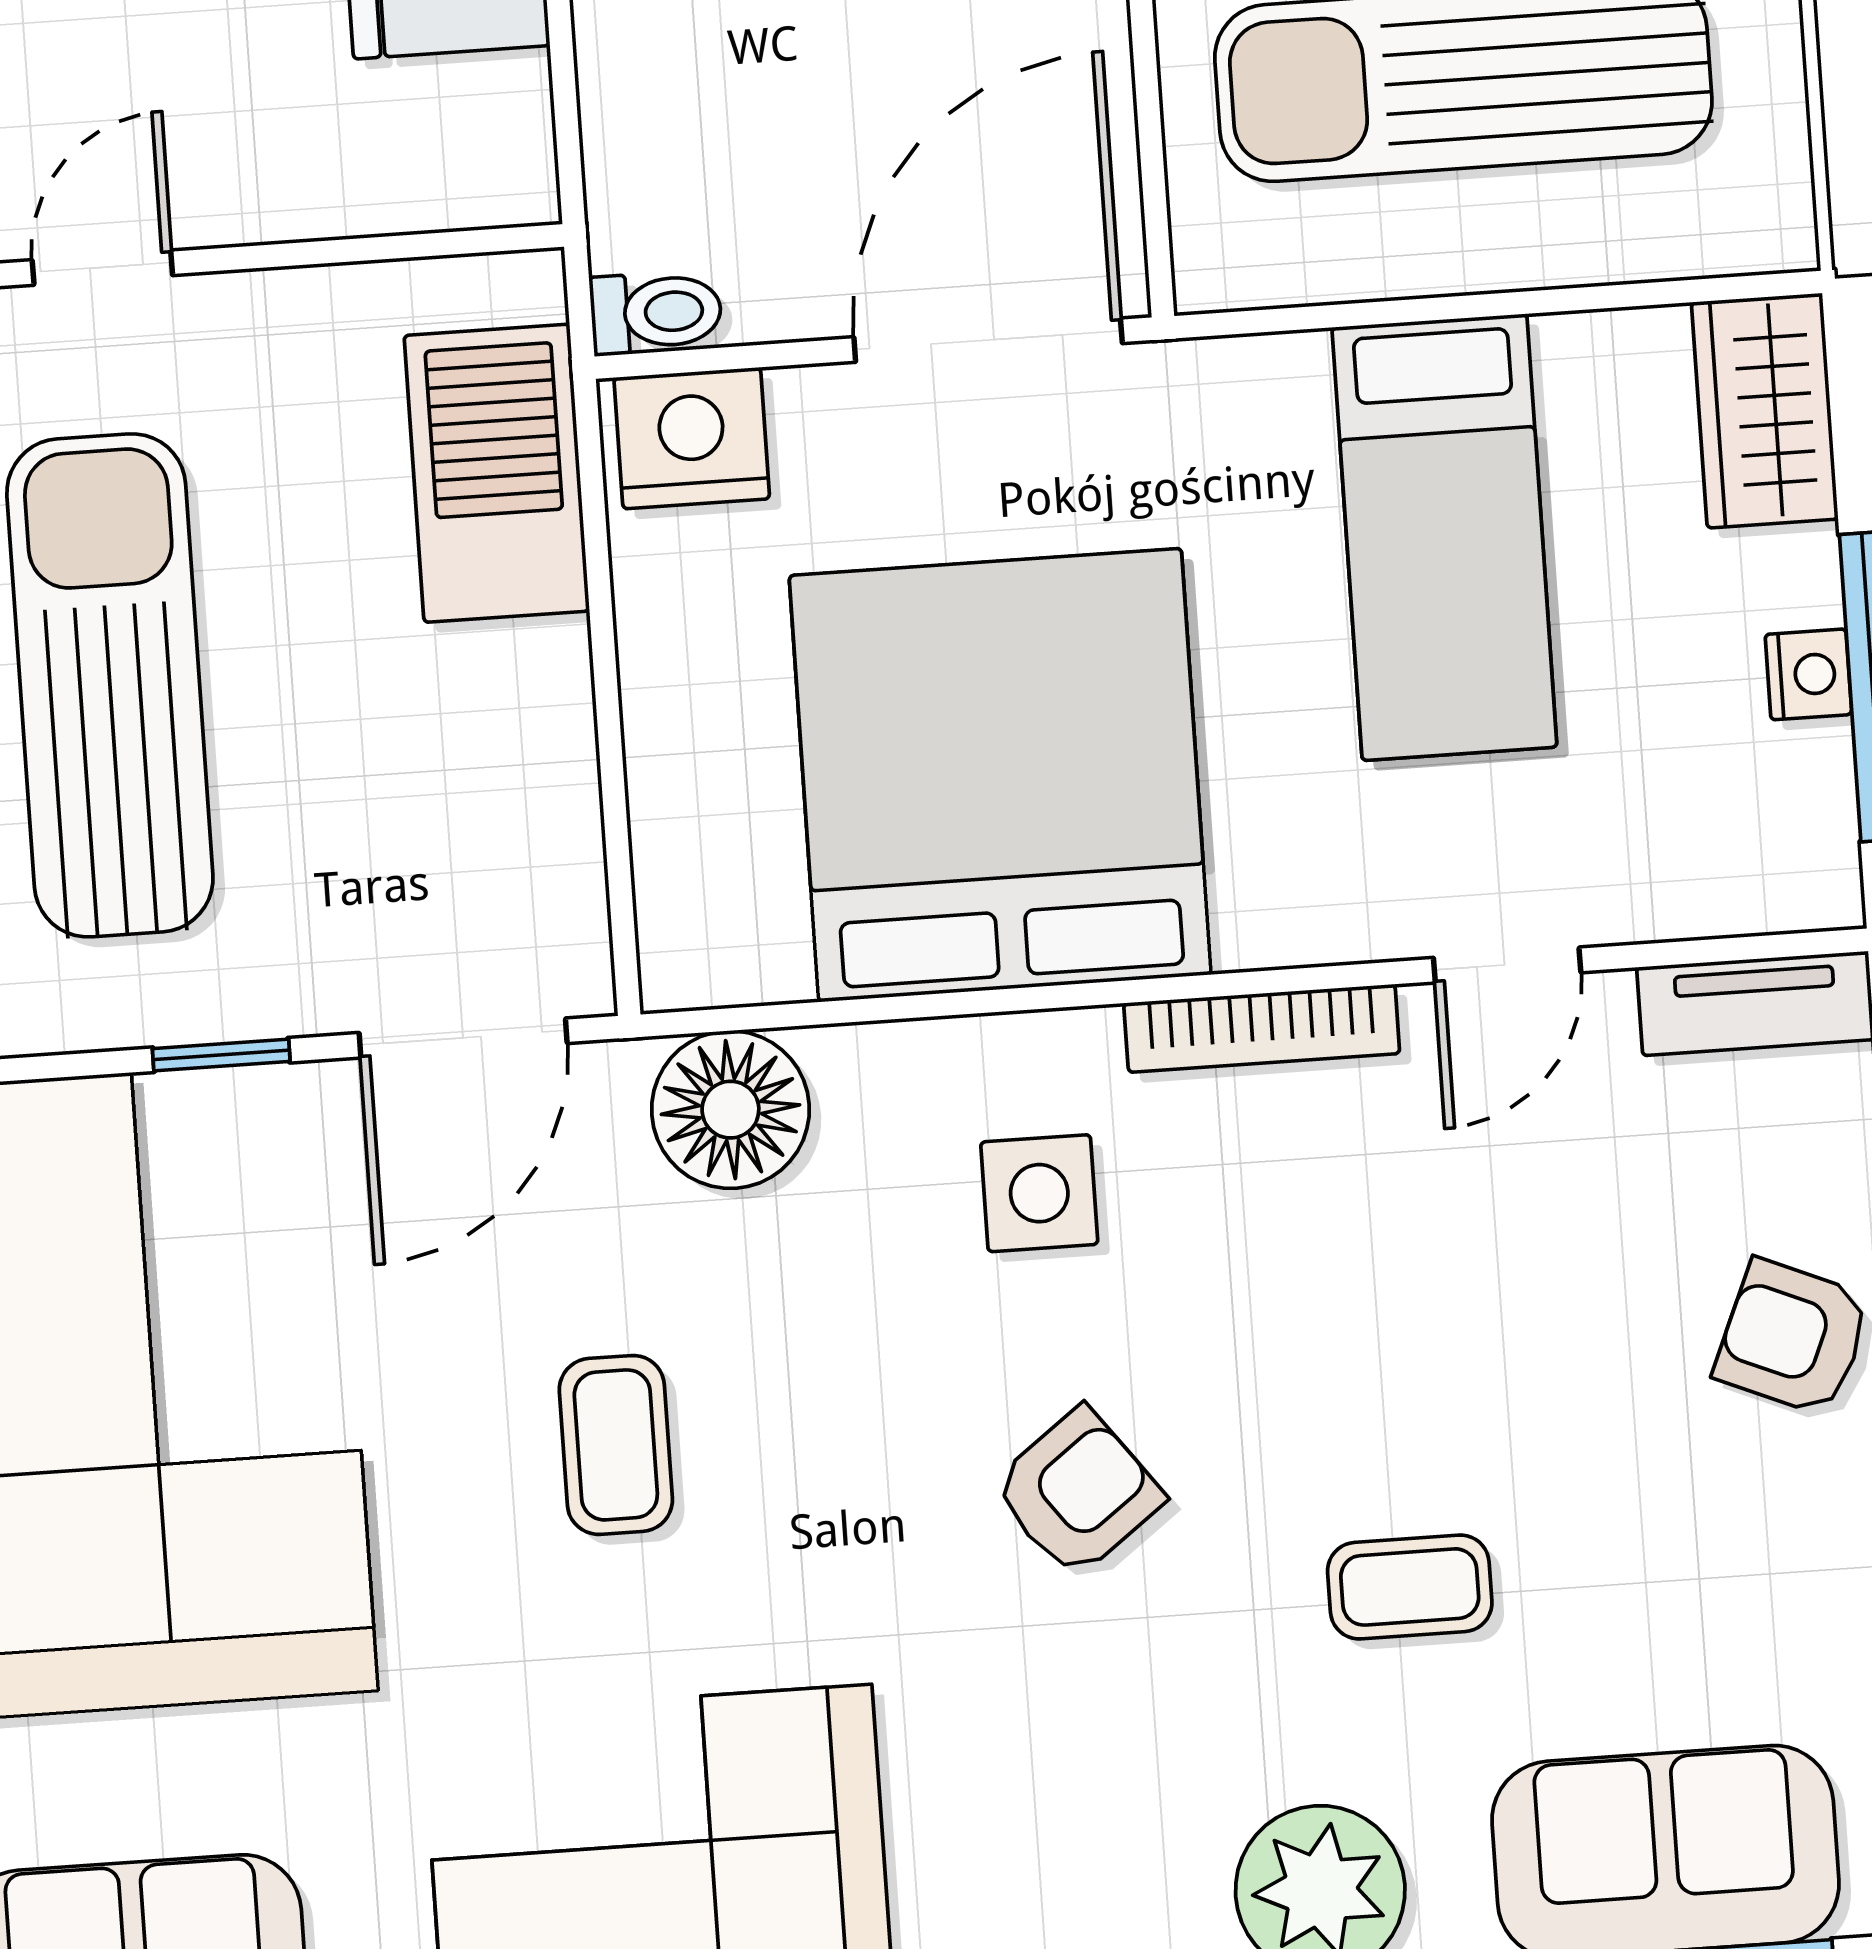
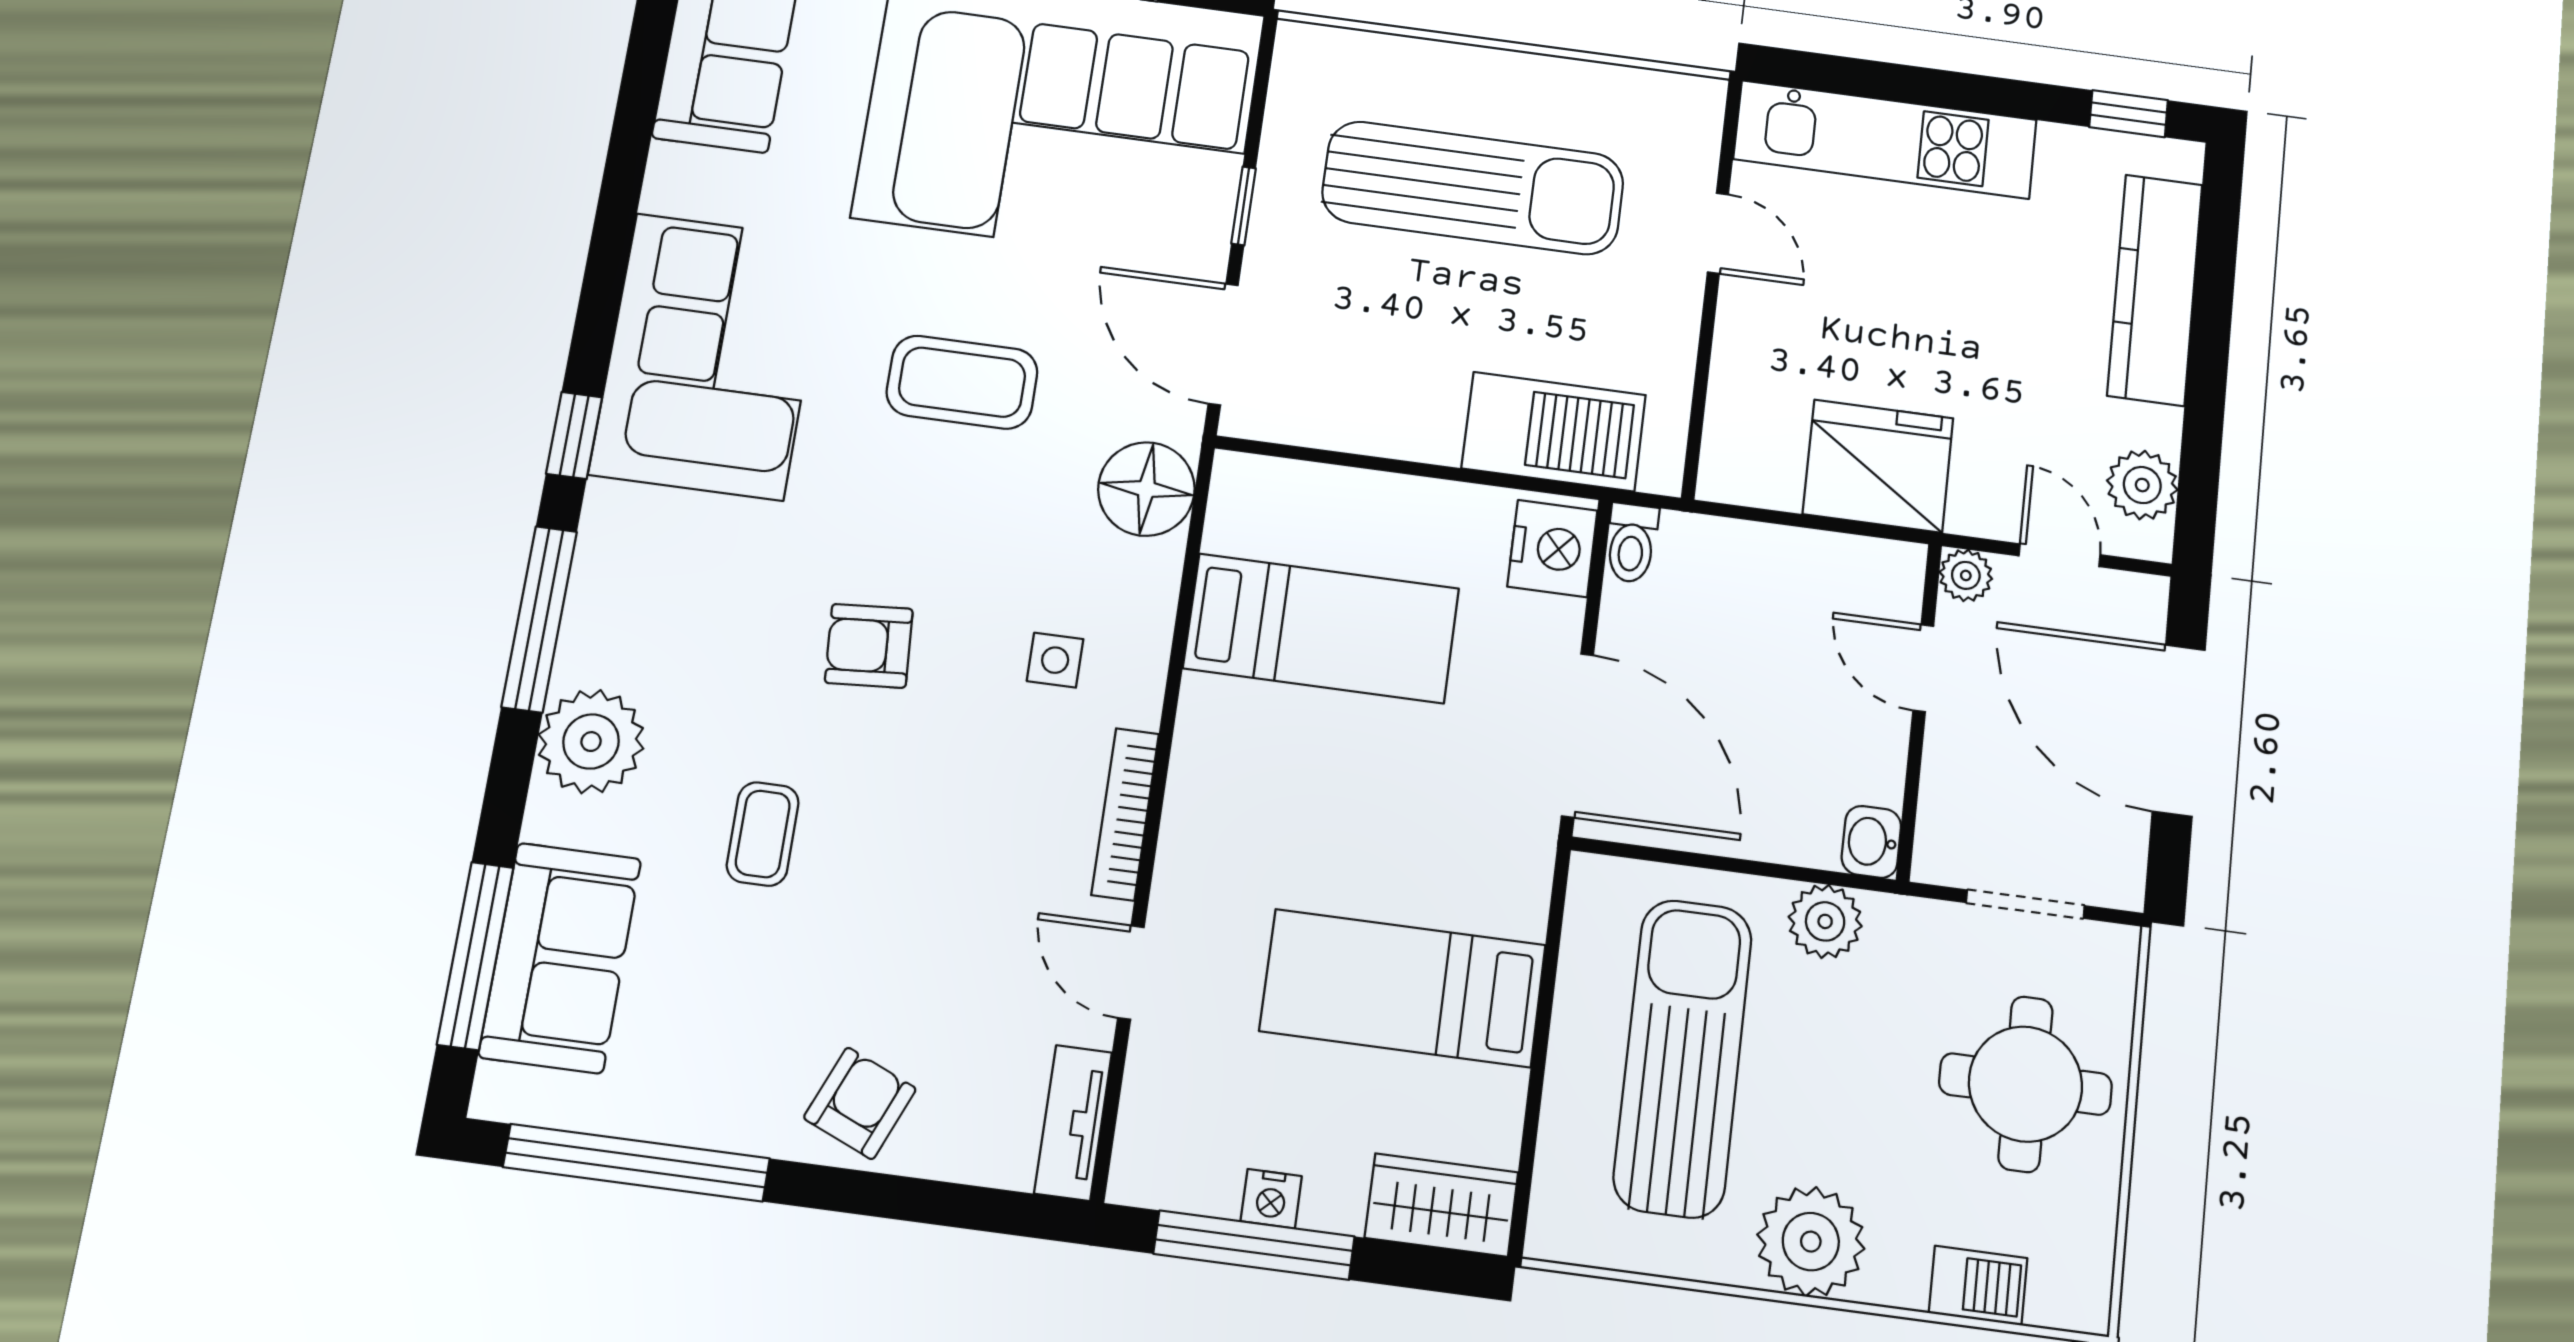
bed: (1000, 775) -> (1321, 628), width x0.49
side table: (1039, 1193) -> (1055, 660), width x0.73, depth x0.73
coffee table: (616, 1445) -> (962, 382), width x1.36, depth x1.30
armchair: (1078, 1492) -> (869, 646), turned 123

